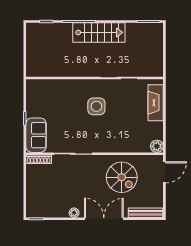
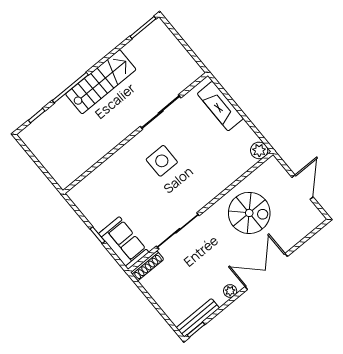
door: (164, 172) -> (303, 187), moved
bench: (145, 213) -> (198, 318), moved

